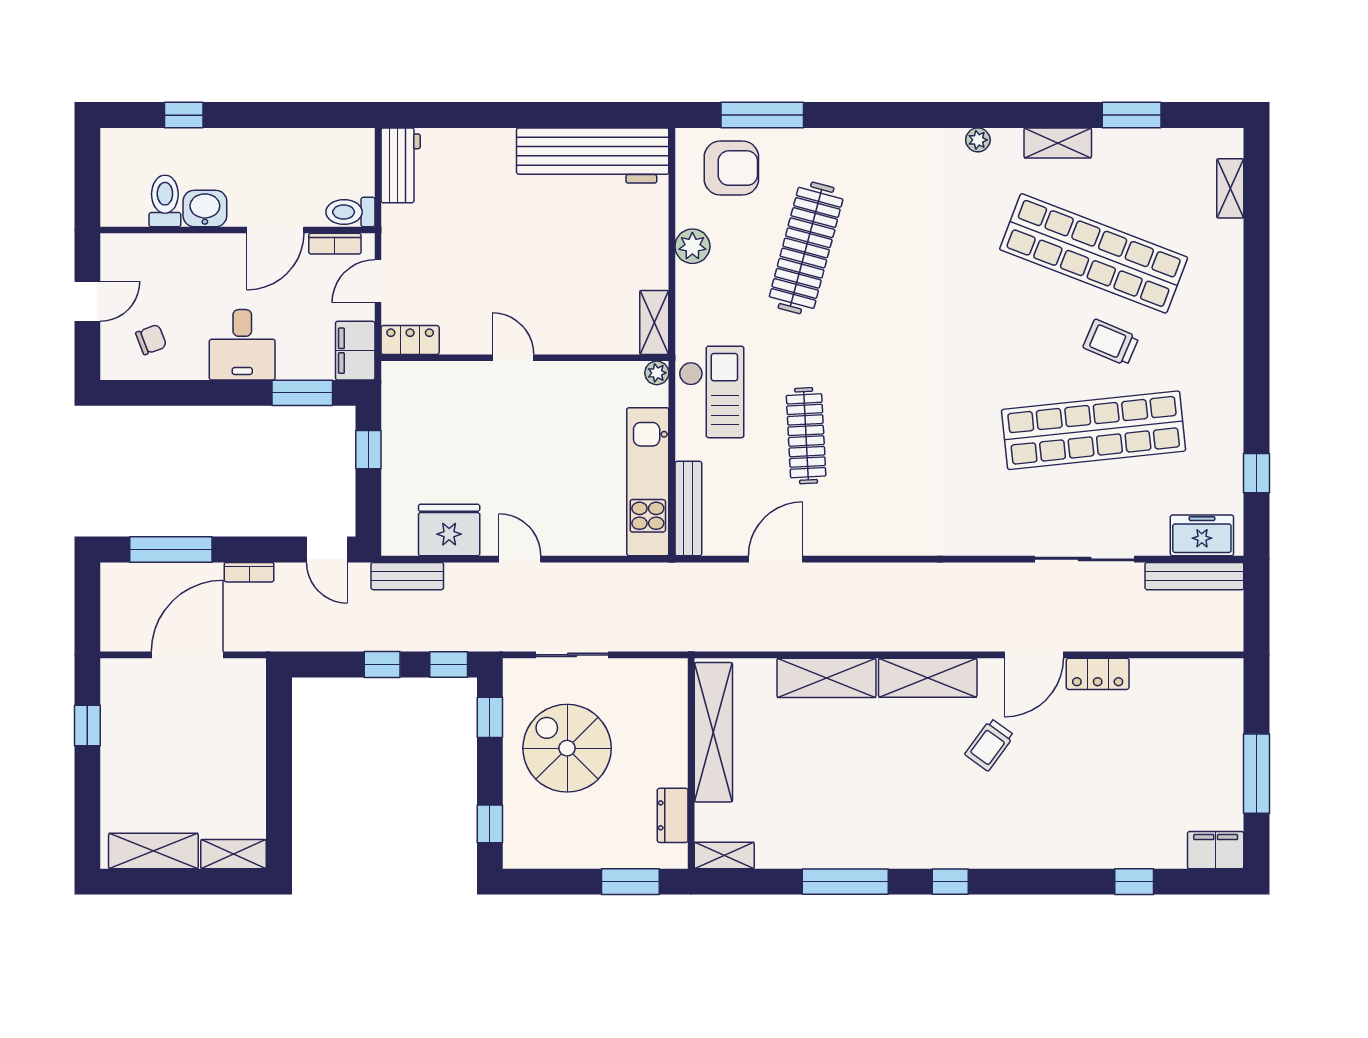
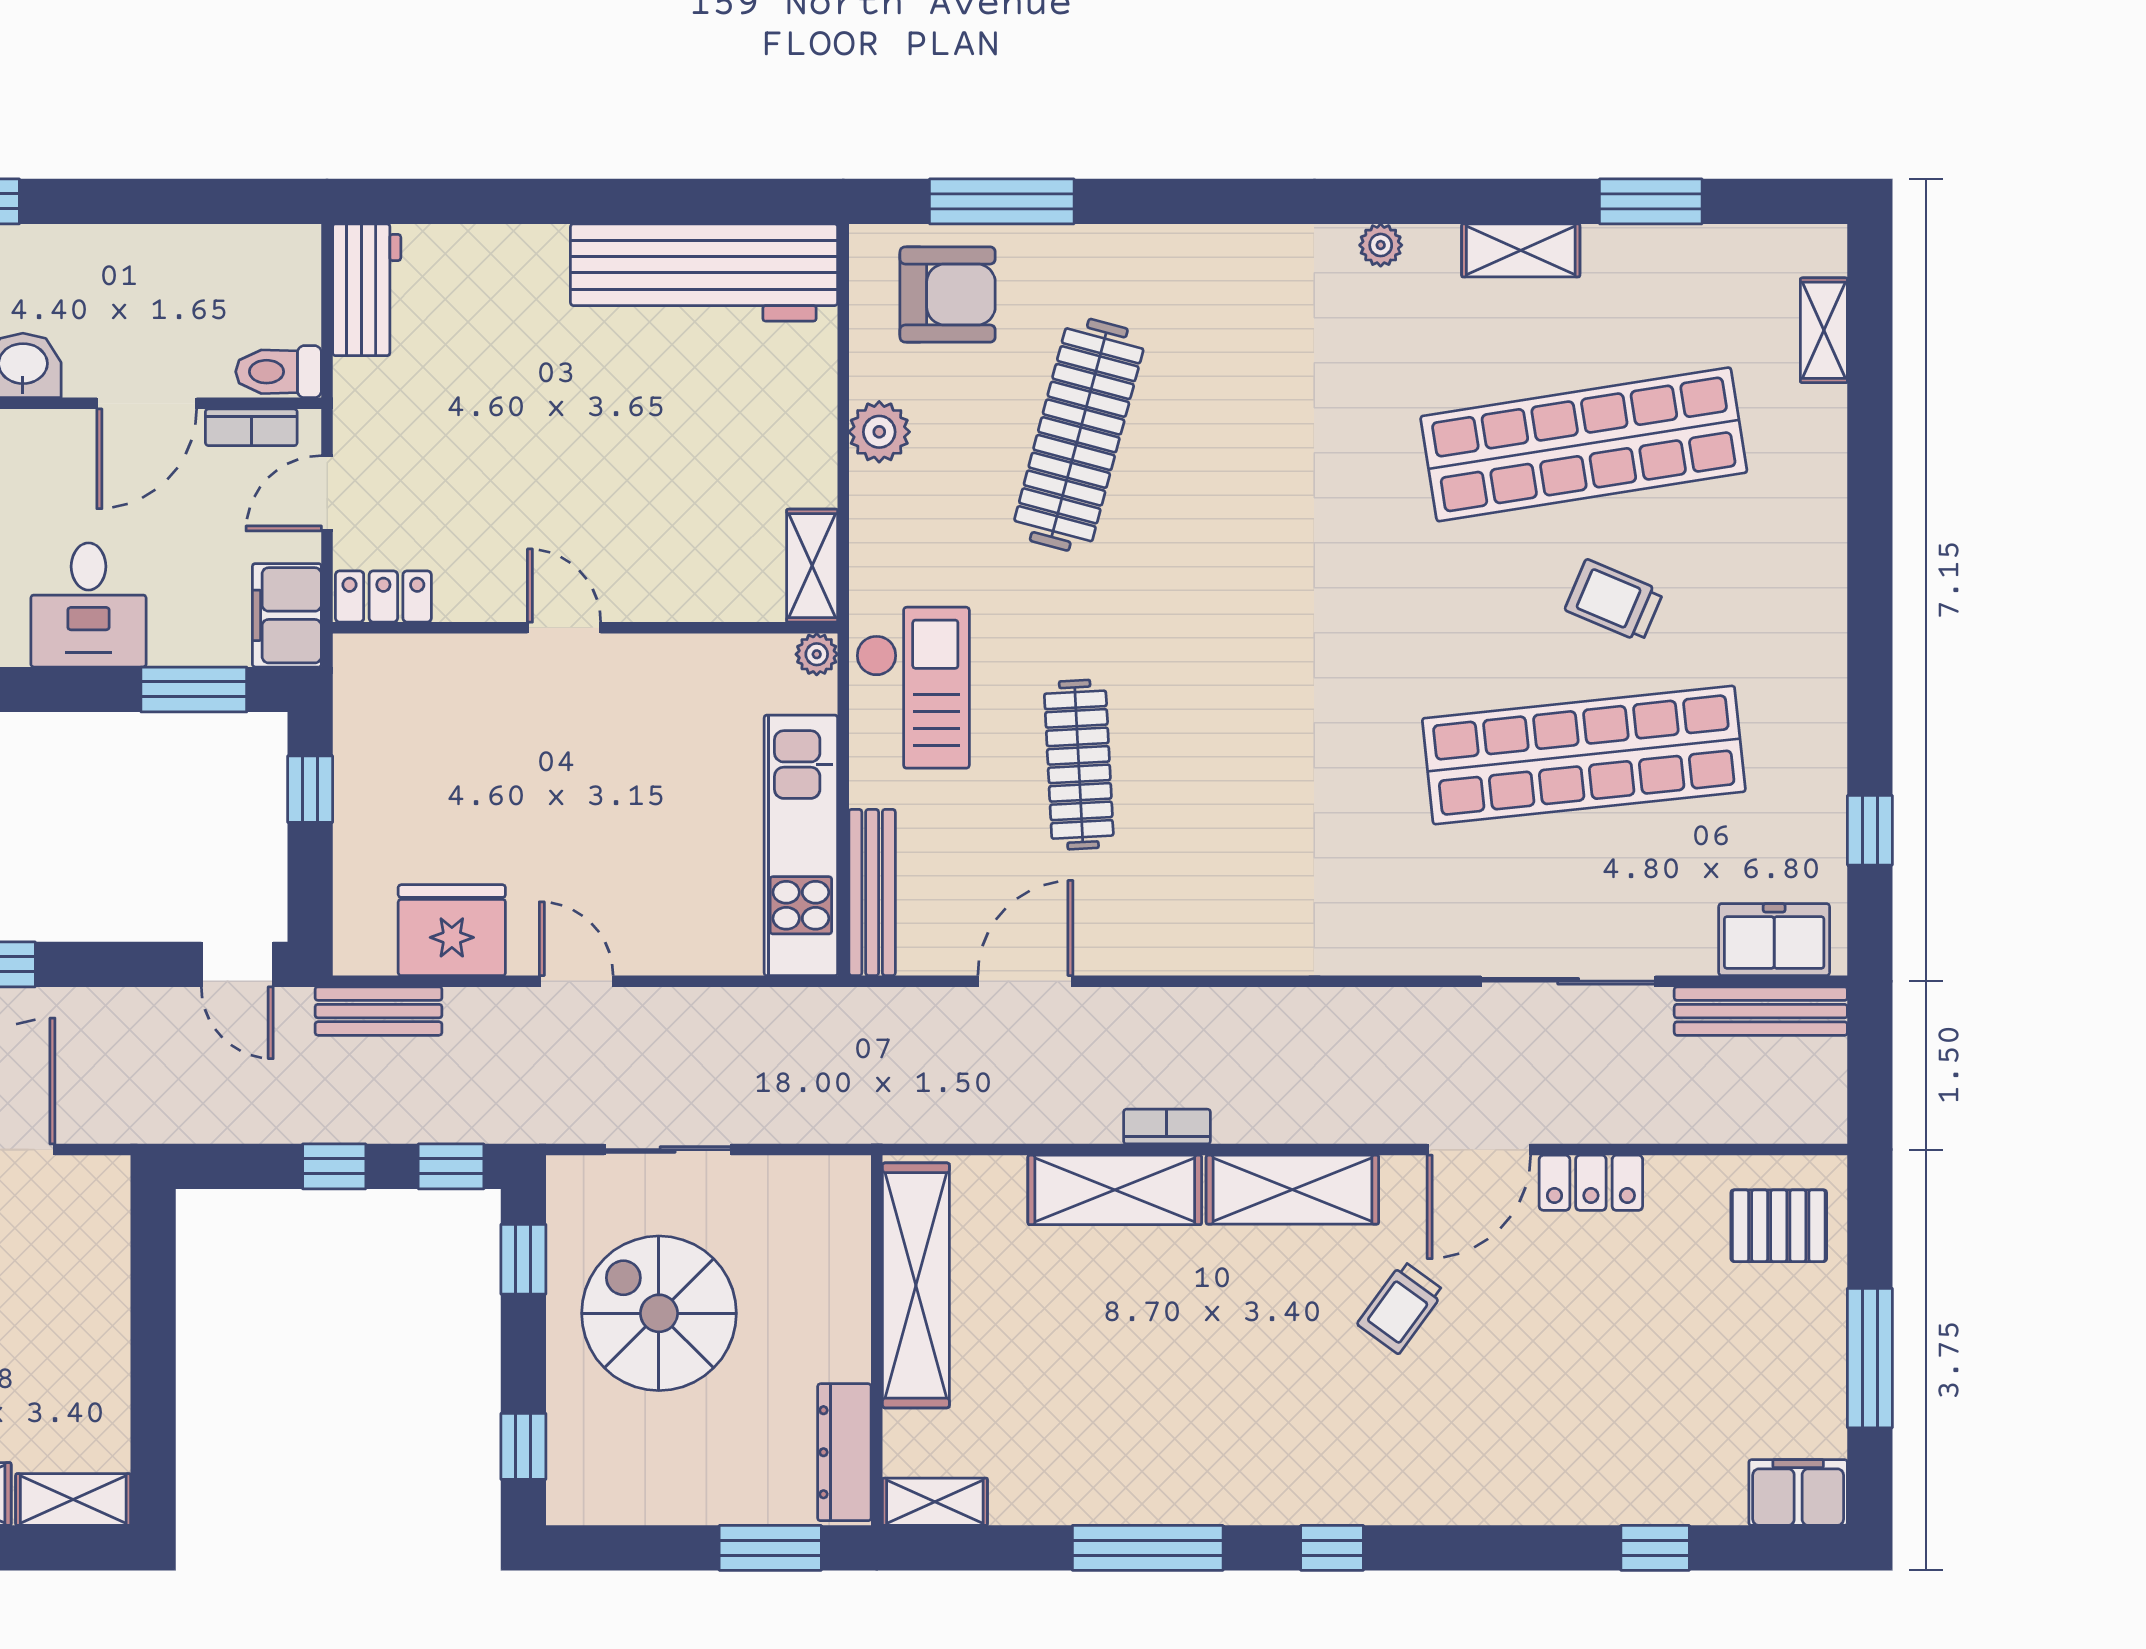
shop shelf: (1094, 253) -> (1584, 444), turned -30
bookcase: (249, 572) -> (1167, 1127), moved, turned 180
pallet: (1205, 698) -> (1779, 1226), added
dresser: (673, 815) -> (844, 1452), width x1.44

